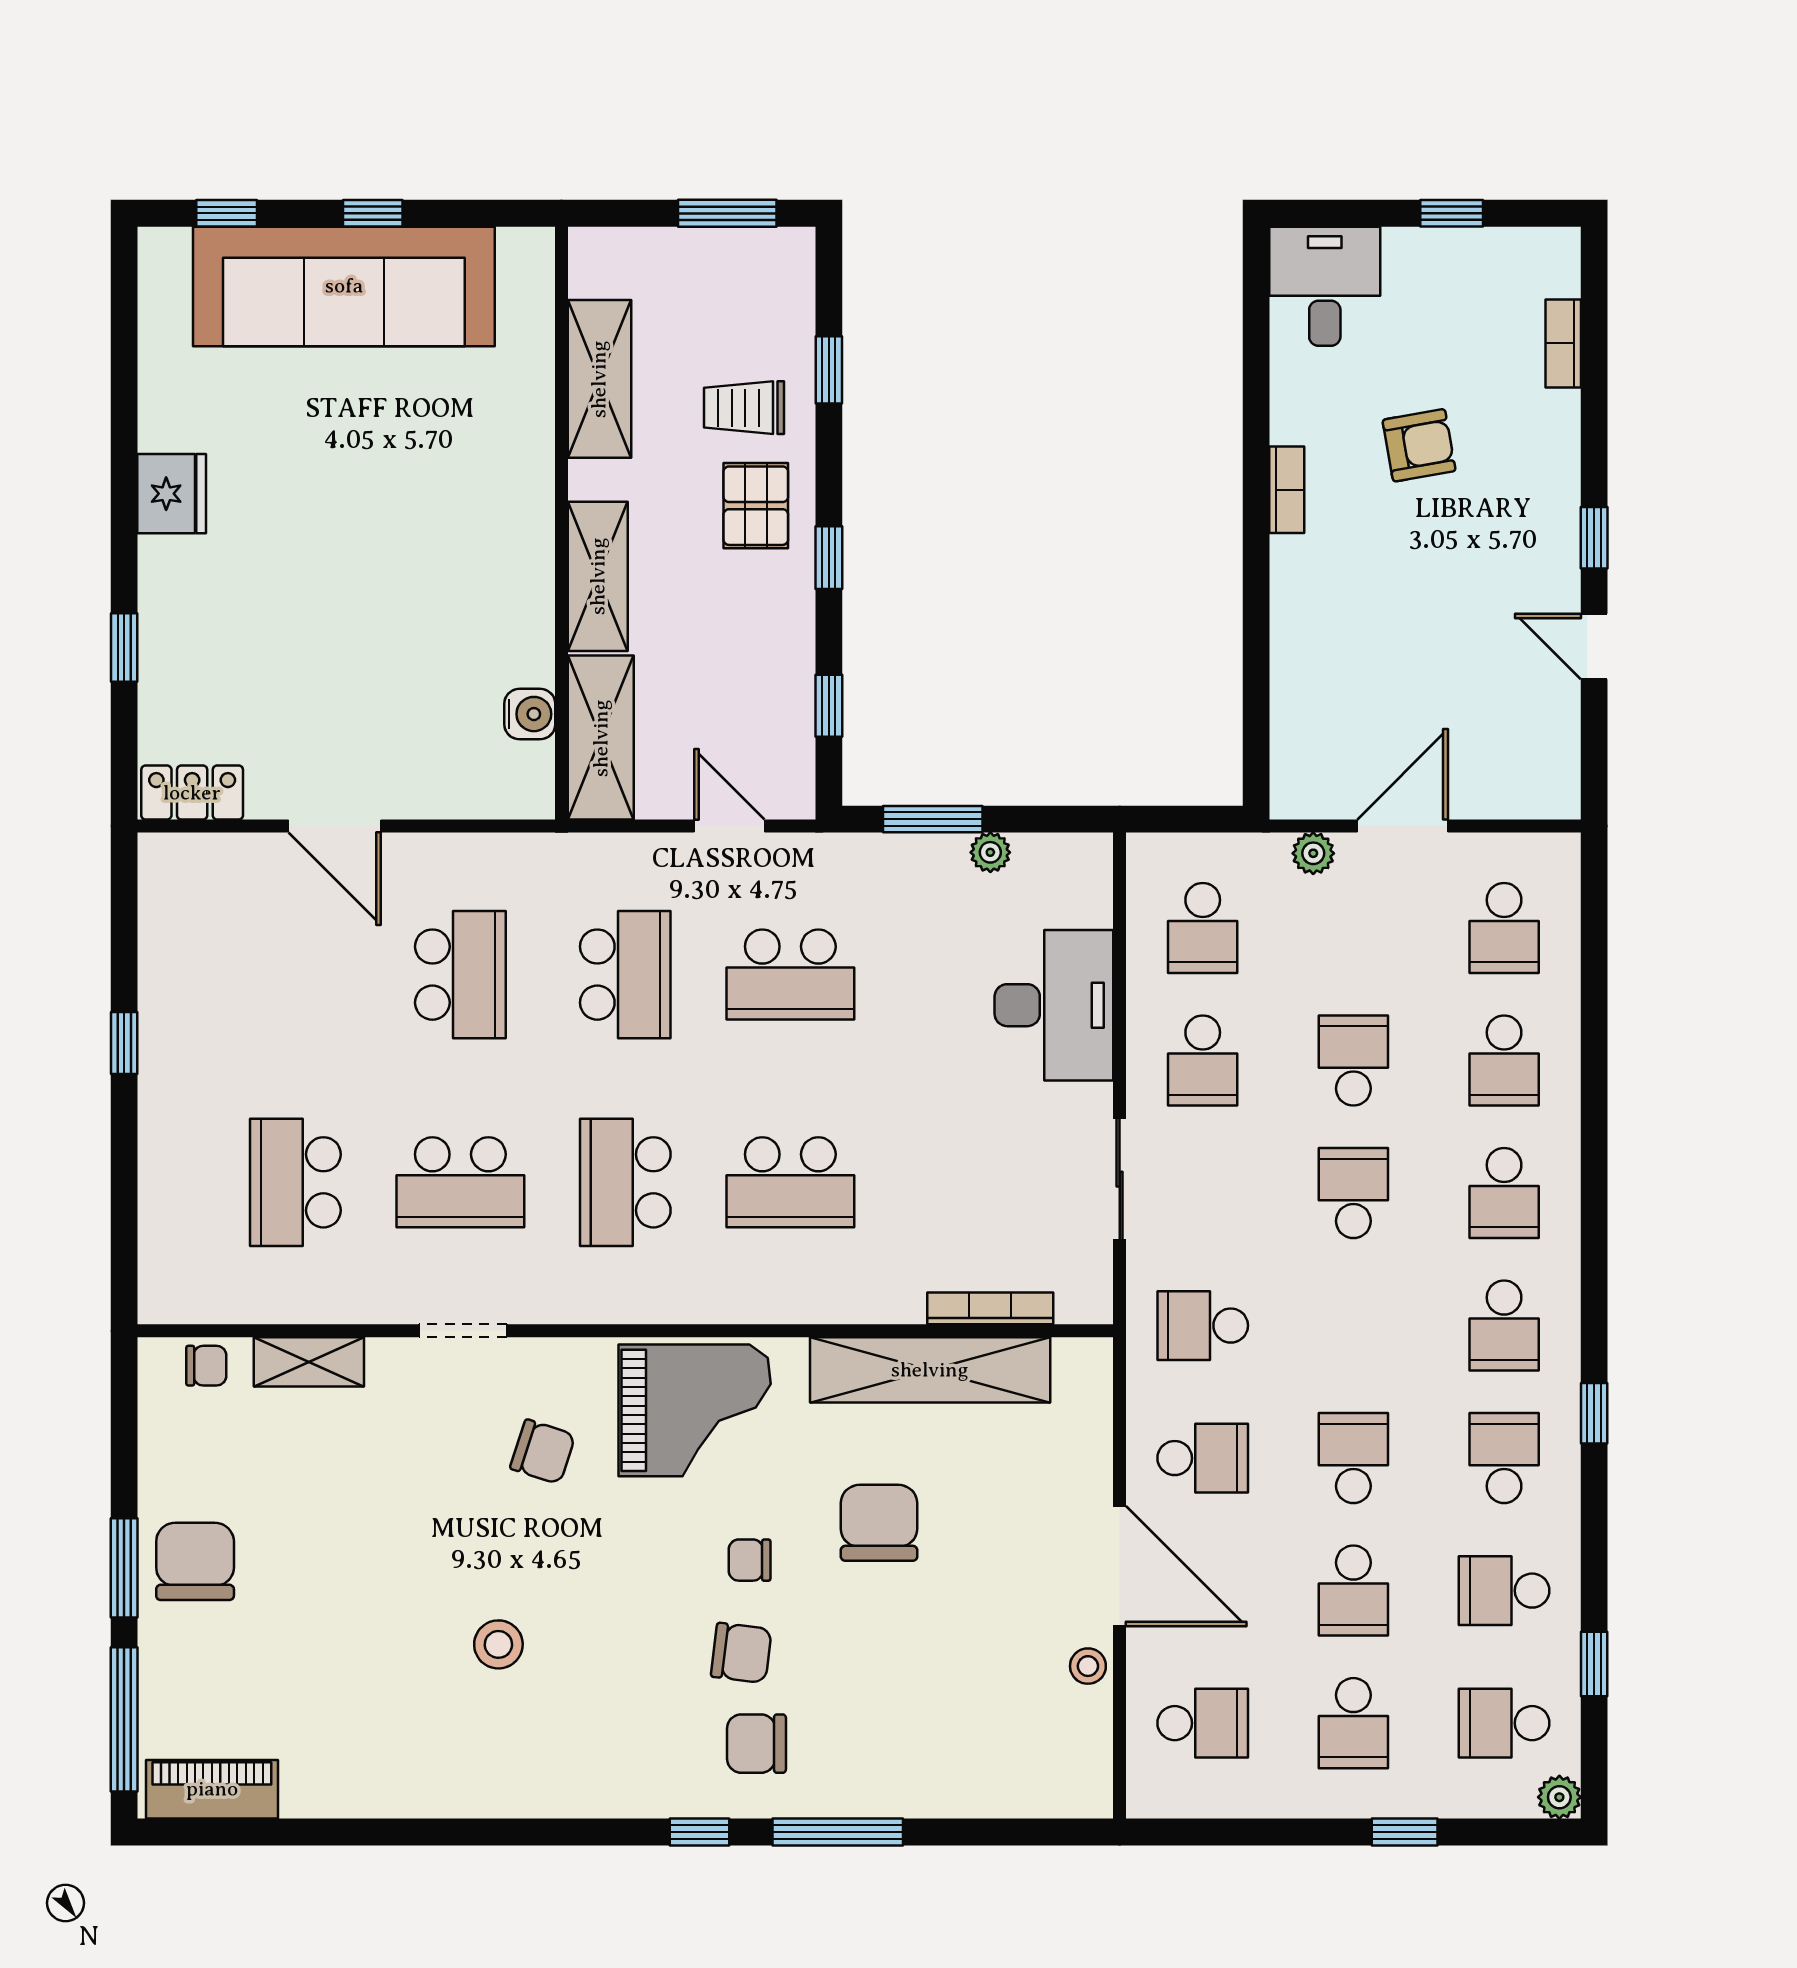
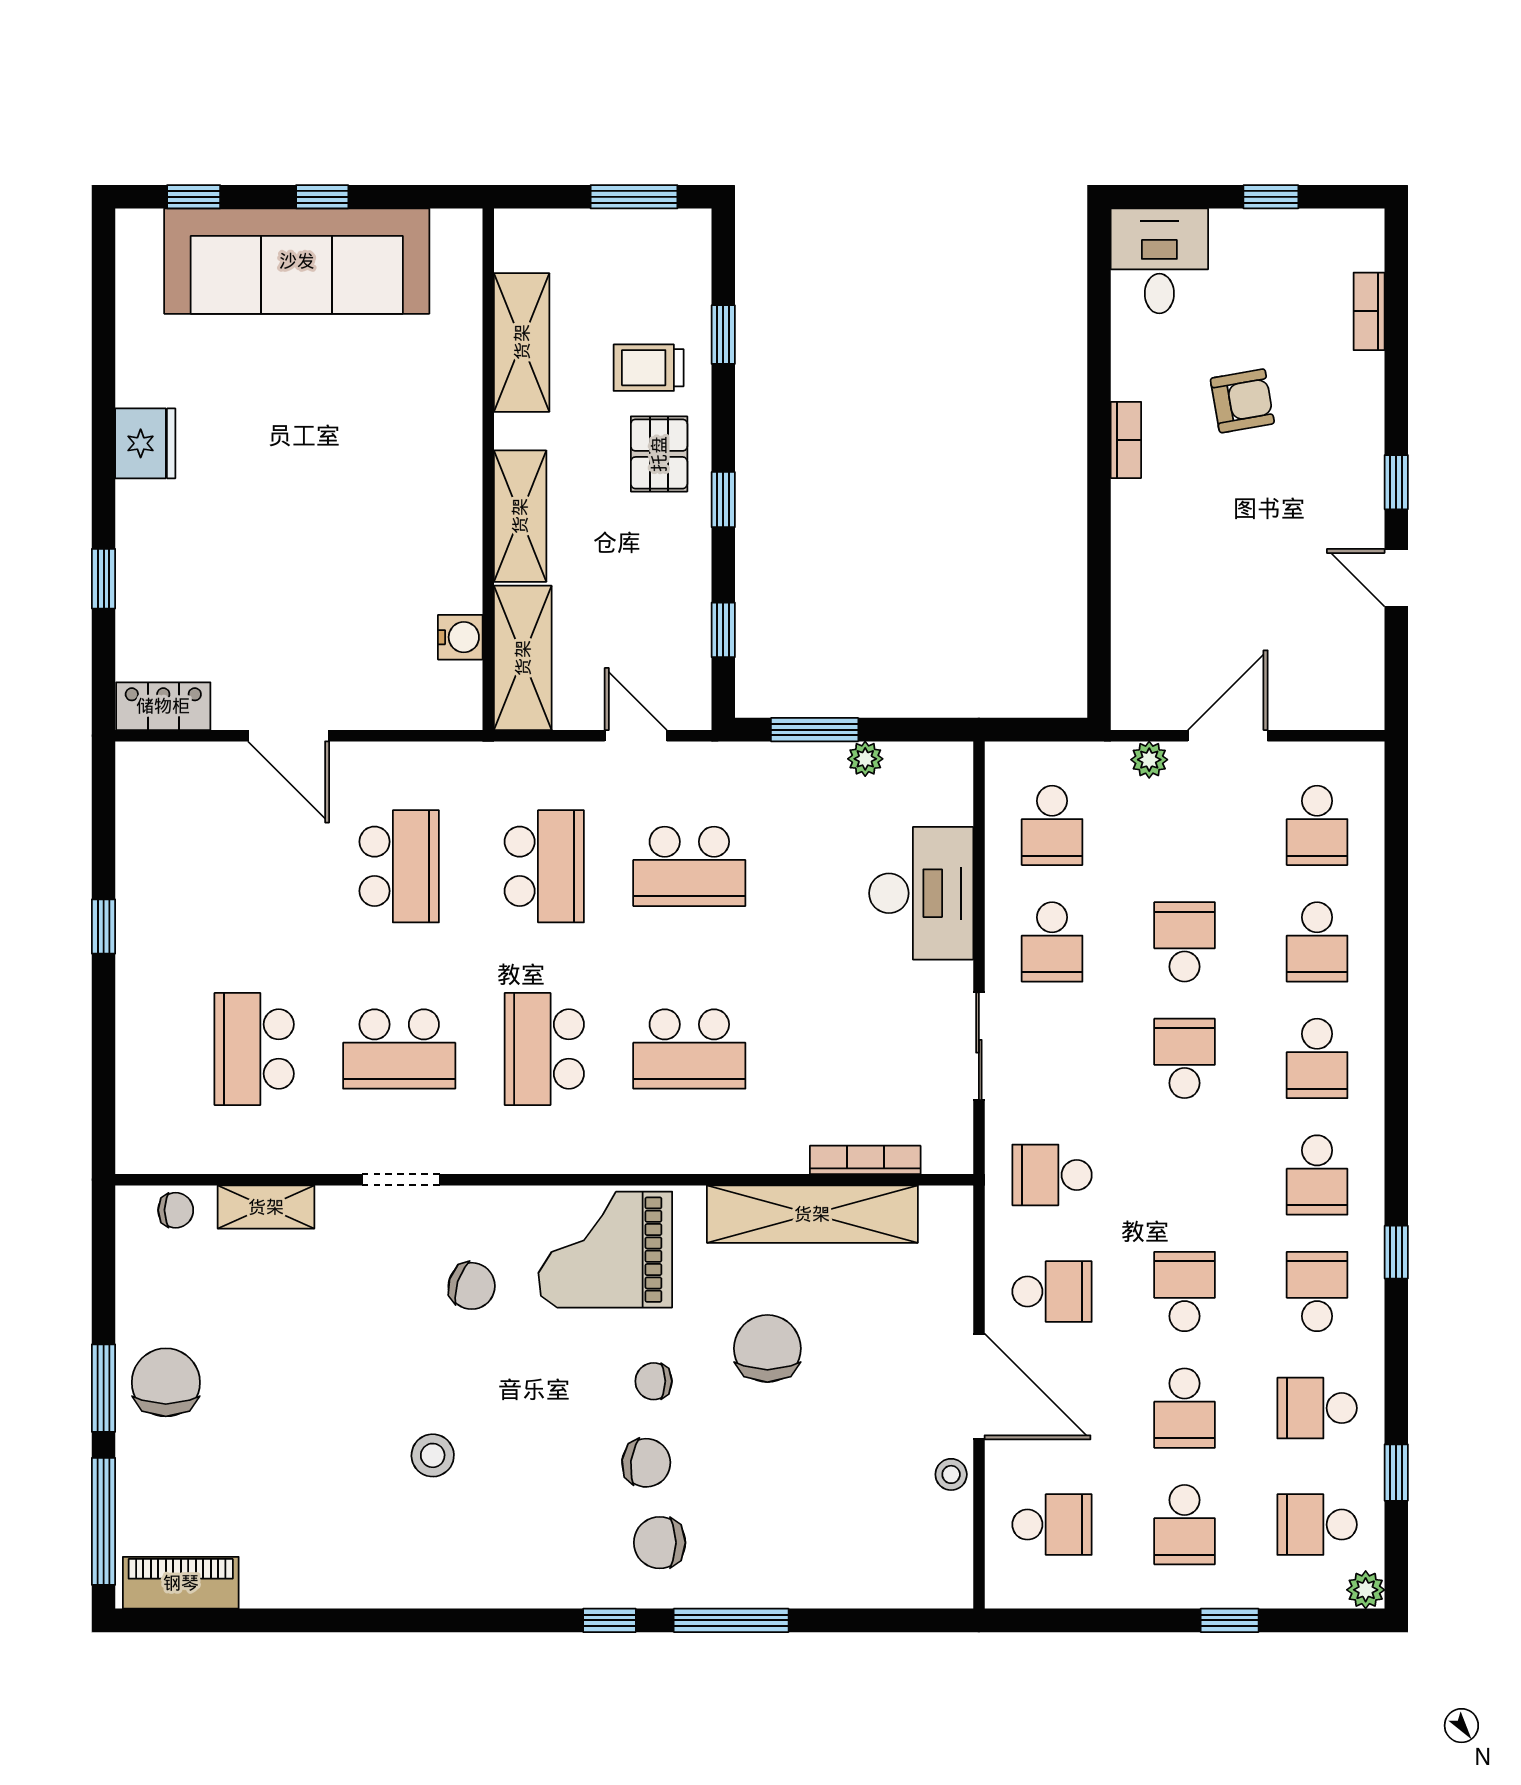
grand piano: (695, 1410) -> (605, 1250), turned 180

